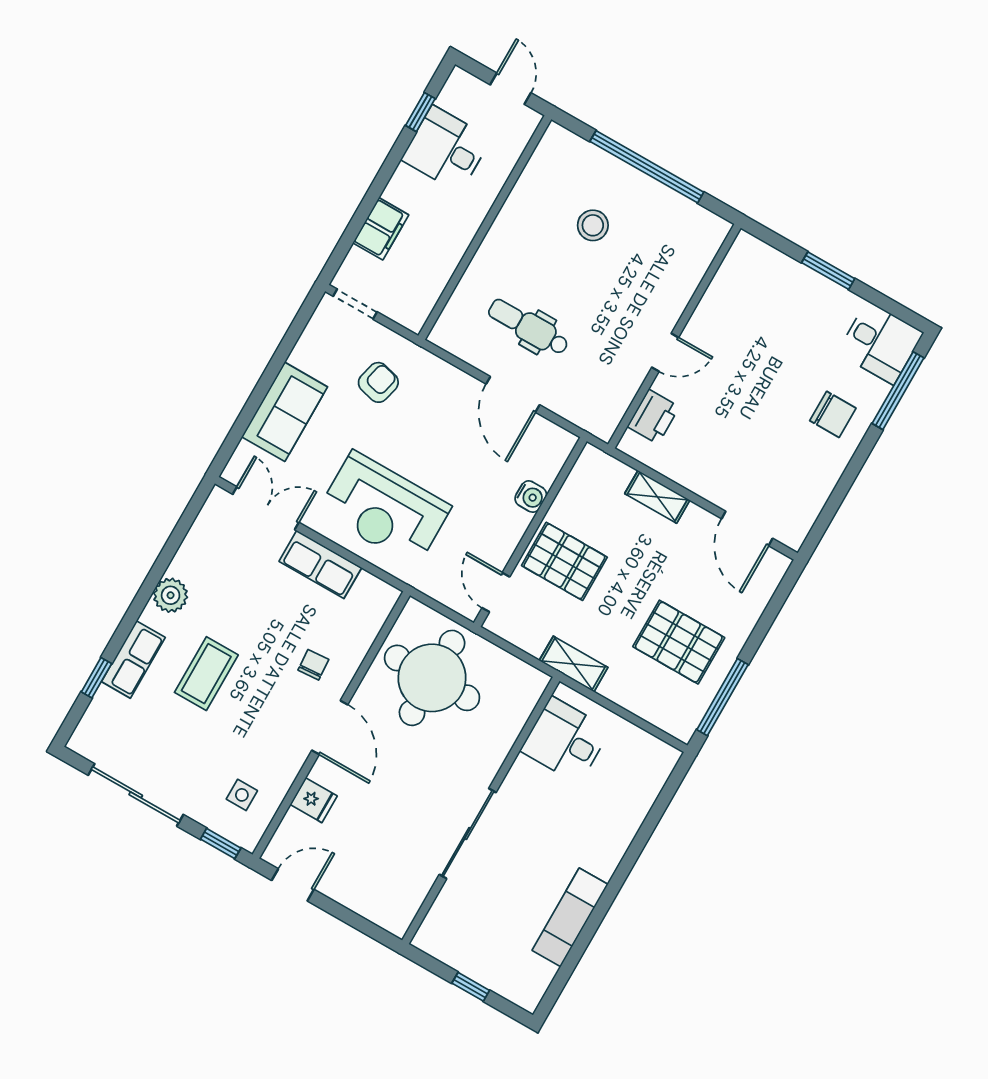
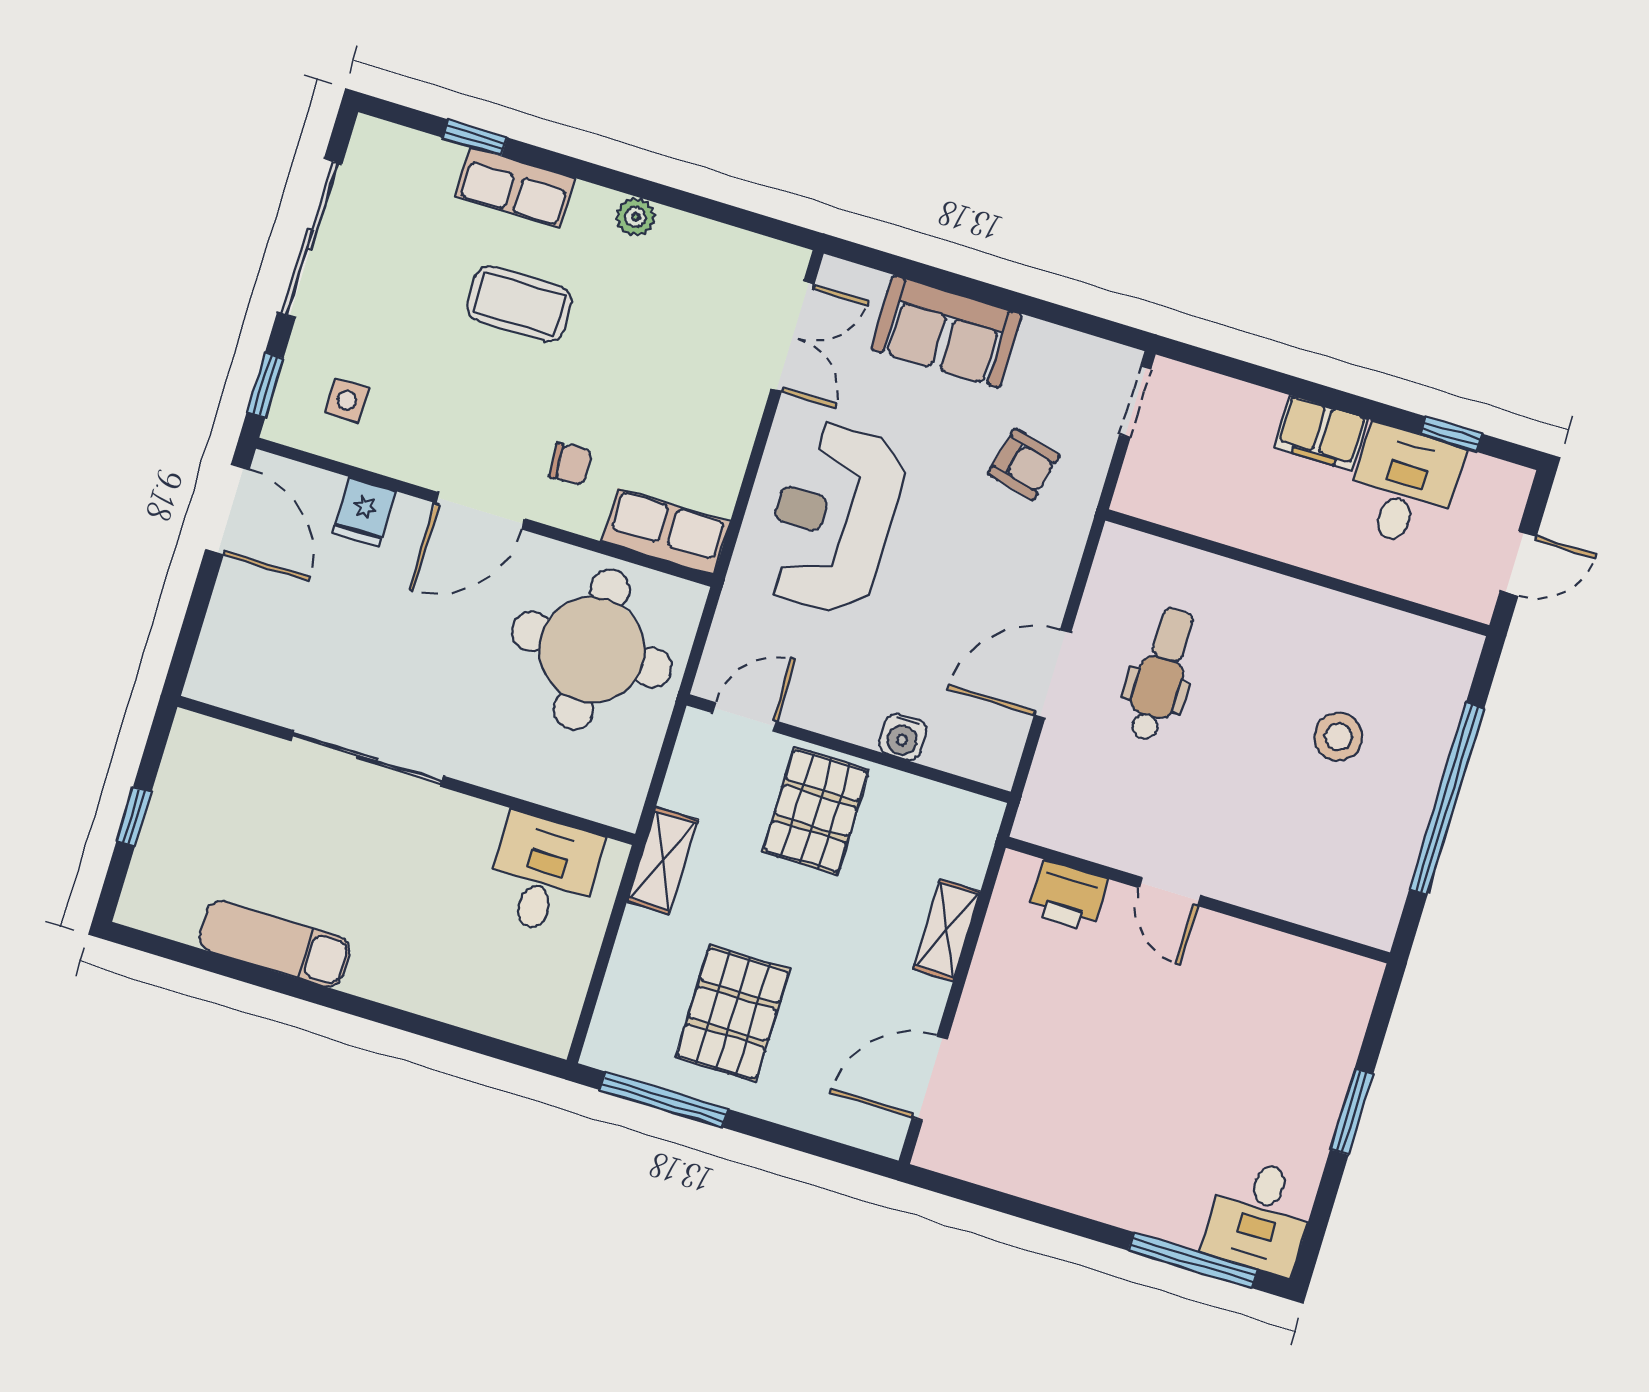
filing cabinet: (381, 229) -> (1321, 433), moved
chair: (833, 414) -> (1134, 1169), removed
row of seats: (320, 564) -> (666, 532), moved, turned 90
plant: (171, 595) -> (636, 217), width x0.73, depth x0.73
door: (293, 885) -> (227, 509), width x1.38

